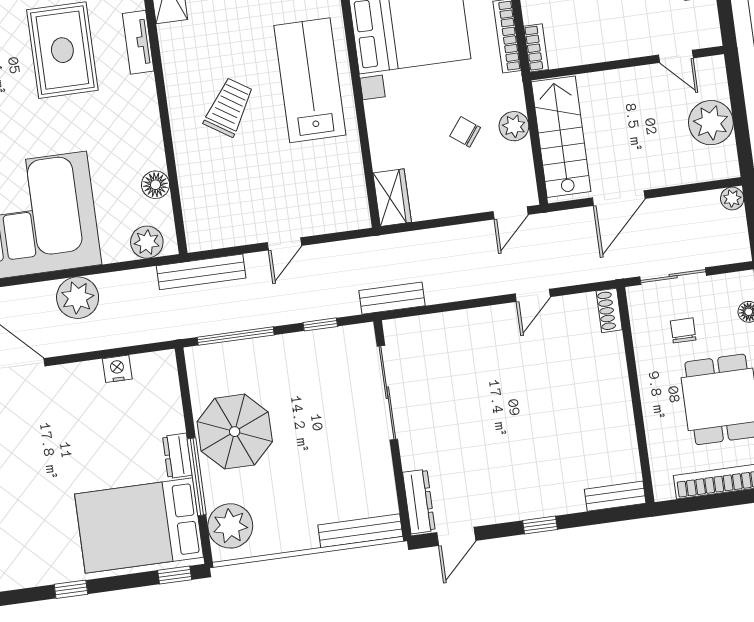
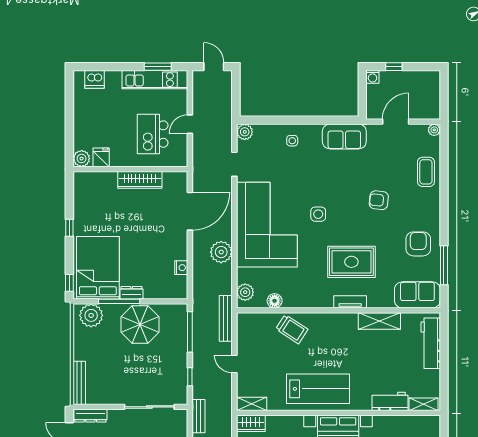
trolley: (229, 107) -> (292, 329), moved
shelving: (355, 201) -> (252, 404), added

